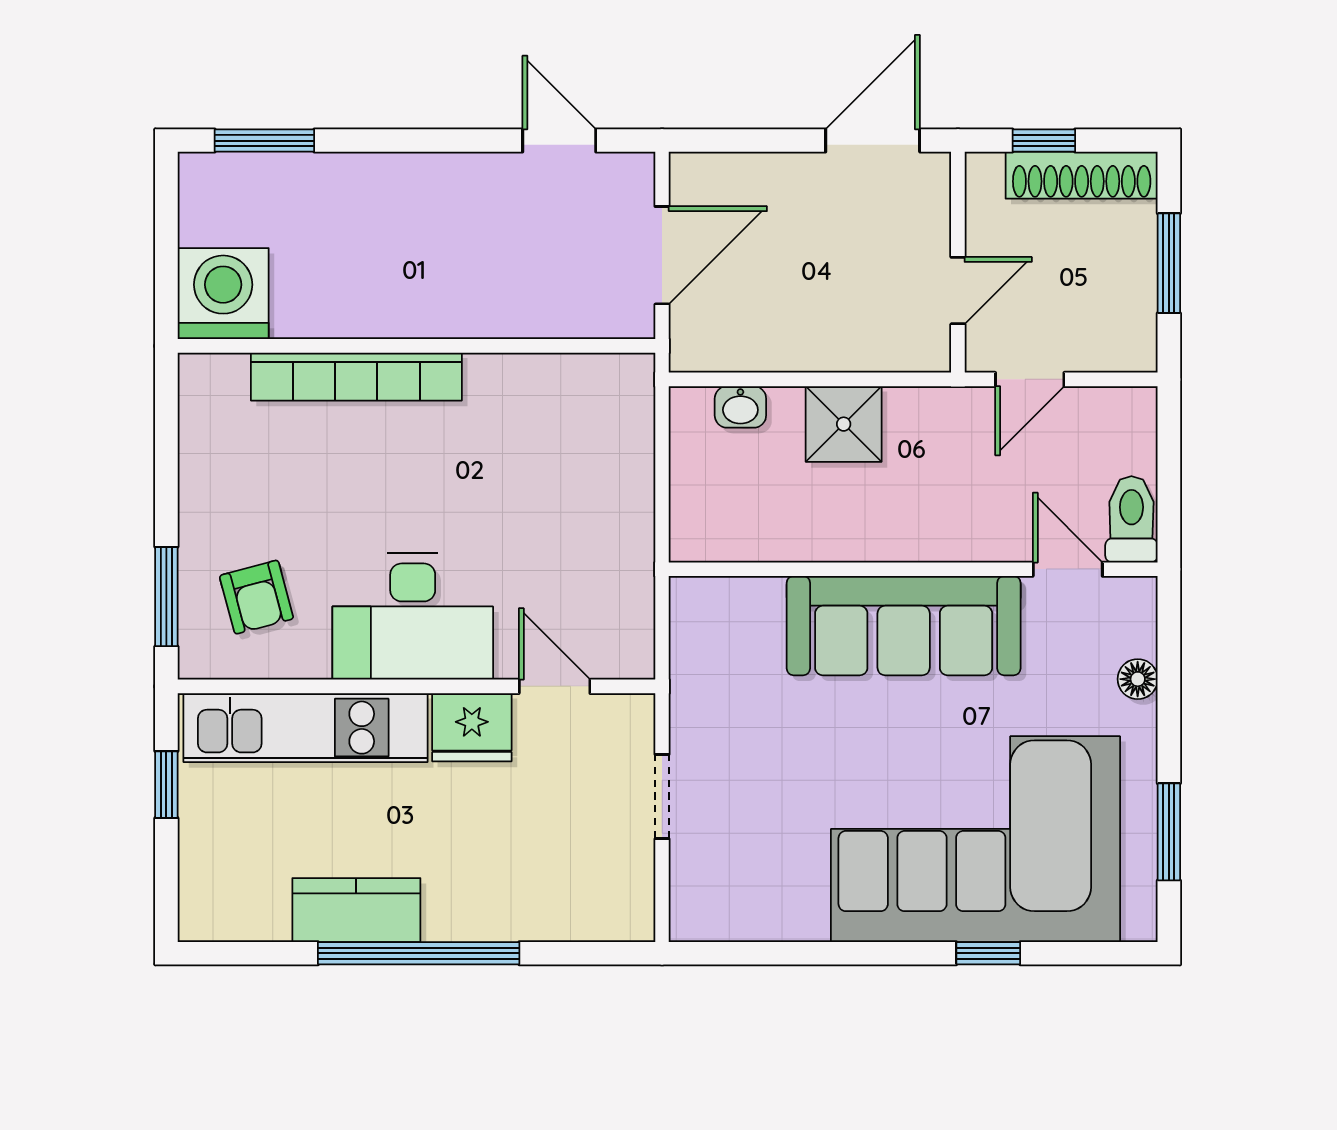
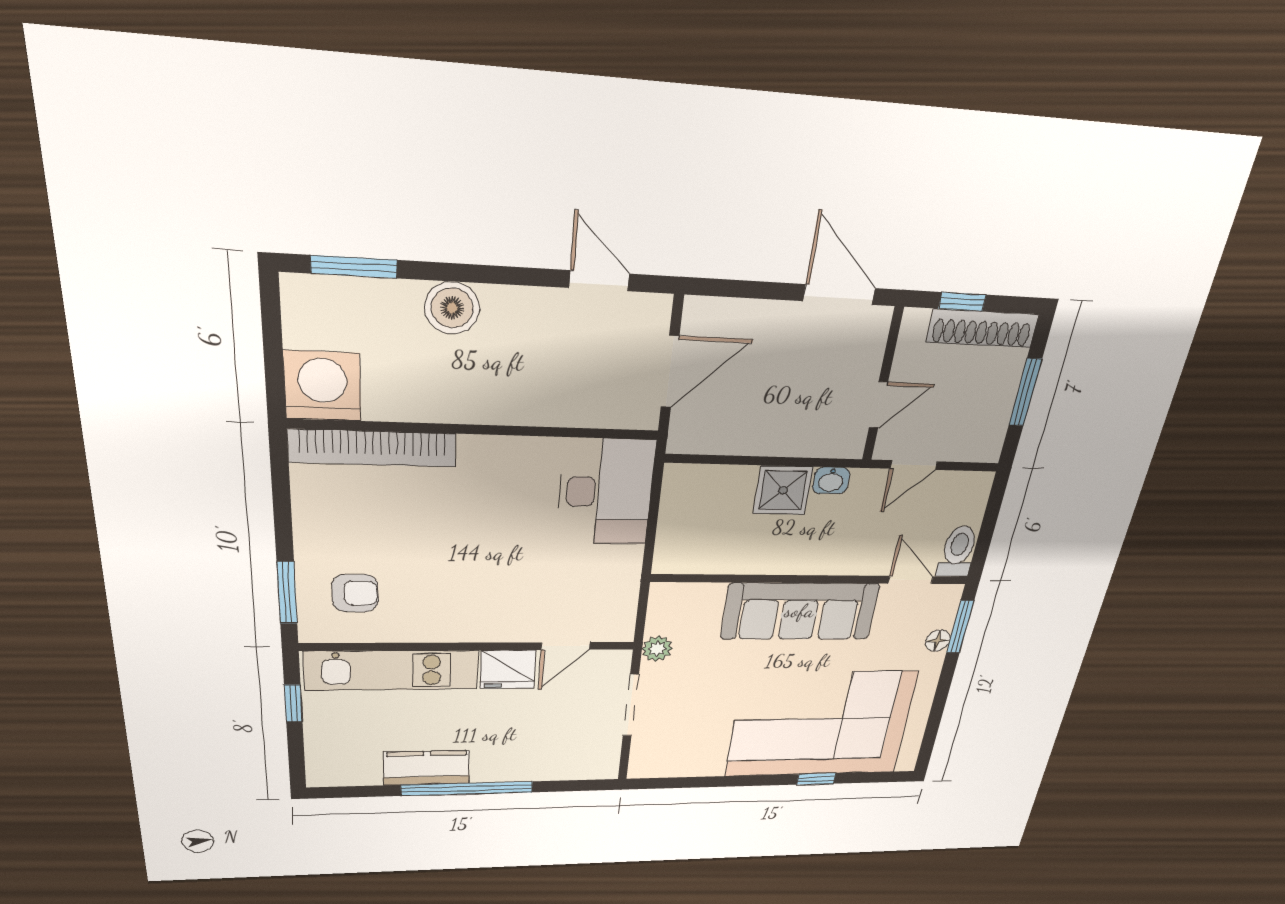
door: (873, 141) -> (839, 295), hinge flipped
boiler: (380, 185) -> (452, 308), added
bookcase: (356, 377) -> (373, 448), moved
washbasin: (740, 407) -> (831, 481), moved
armchair: (256, 597) -> (355, 593), turned -75
desk: (413, 617) -> (606, 492), moved, turned -90
door: (555, 686) -> (566, 646), swing flipped
plant: (692, 692) -> (657, 649), added
doorway: (662, 797) -> (631, 705), width x1.38
window: (1169, 832) -> (960, 627), moved

